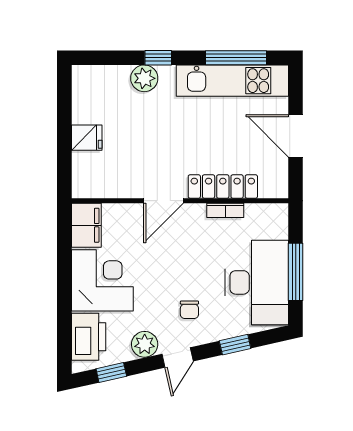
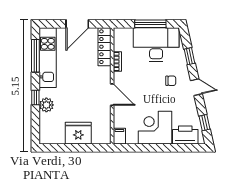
fridge: (87, 138) -> (78, 133), width x1.88, depth x1.34
locker: (223, 186) -> (105, 47), moved
filing cabinet: (86, 225) -> (119, 136), width x0.50
plant: (145, 344) -> (189, 105), removed

